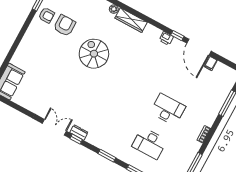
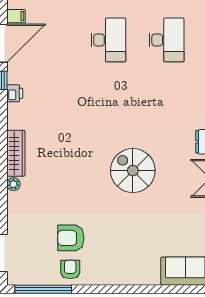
spiral stairs: (94, 54) -> (133, 171), moved, turned 90
desk: (168, 109) -> (108, 40), turned 180

